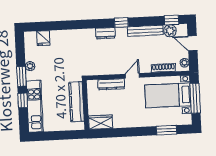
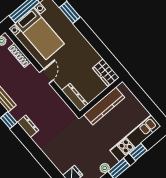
door: (132, 76) -> (46, 76), swing flipped
dresser: (111, 84) -> (75, 97), moved

